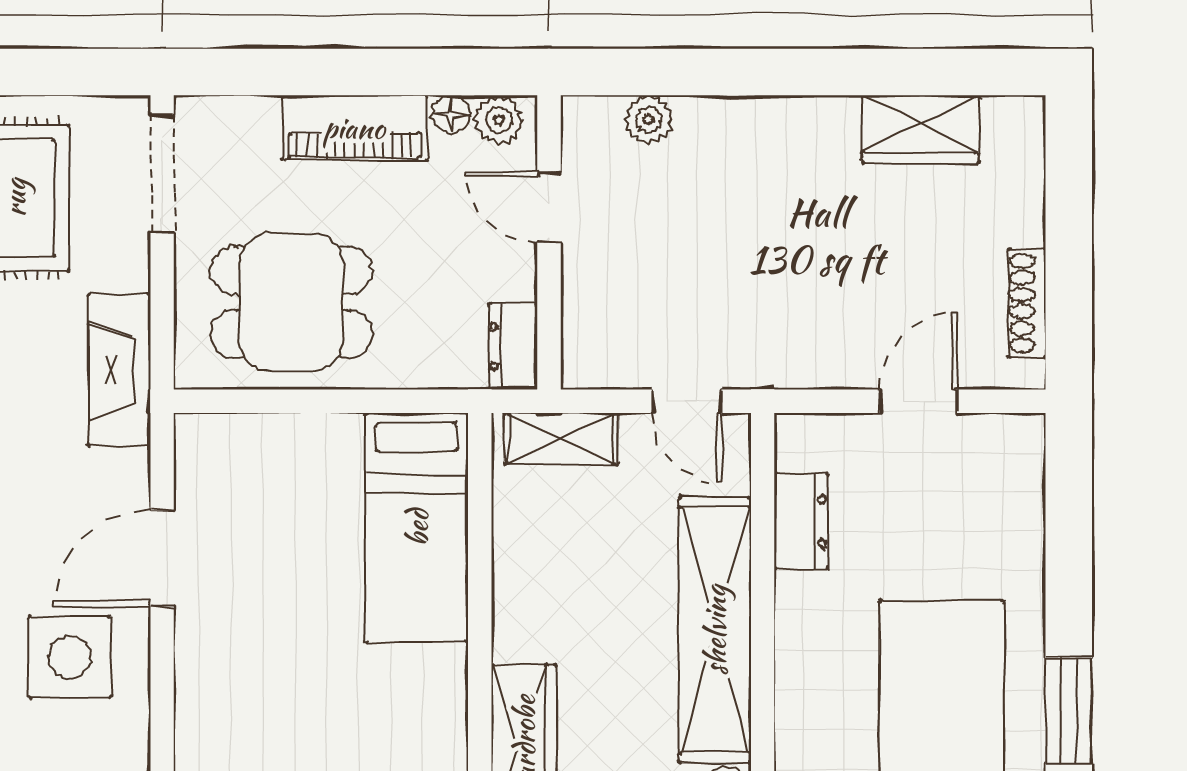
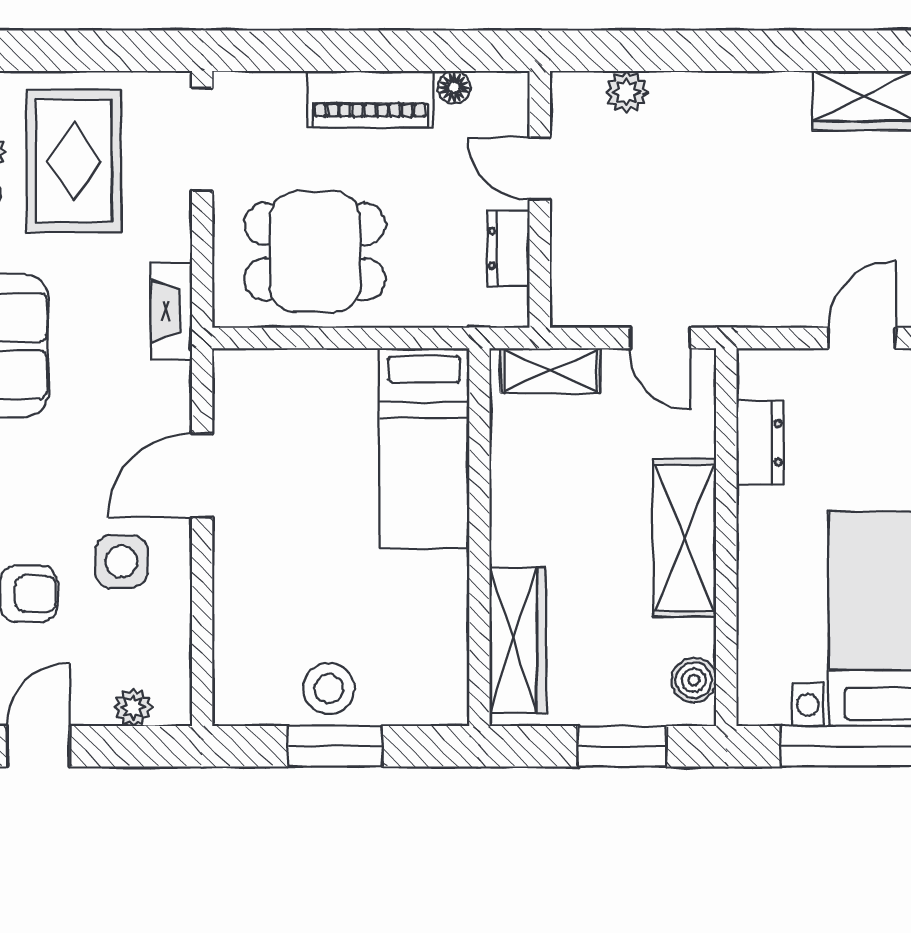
plant: (499, 120) -> (496, 92), removed
dresser: (513, 346) -> (508, 248), moved
fireplace: (119, 370) -> (171, 311), width x0.73, depth x0.76
shelving: (715, 630) -> (685, 538), width x0.68
side table: (70, 657) -> (121, 561), width x0.73, depth x0.73

